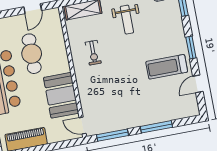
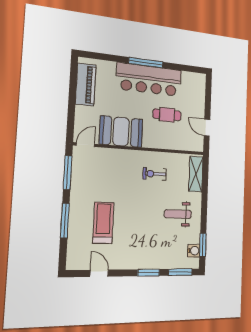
window: (191, 48) -> (149, 273), moved
cafe table: (32, 54) -> (167, 115), width x0.73, depth x0.74
treadmill: (167, 67) -> (103, 223), moved

